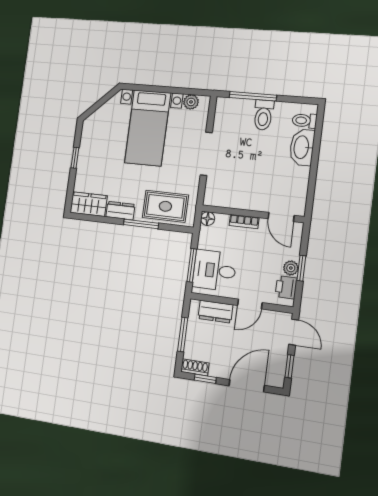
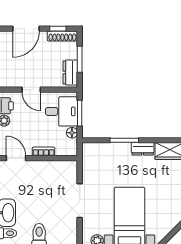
rug: (165, 206) -> (107, 156), removed
floor lamp: (208, 219) -> (72, 133), moved
door: (250, 304) -> (31, 90), swing flipped
dresser: (215, 312) -> (70, 73), moved, turned -90
shoe rack: (195, 367) -> (62, 36), width x1.43

